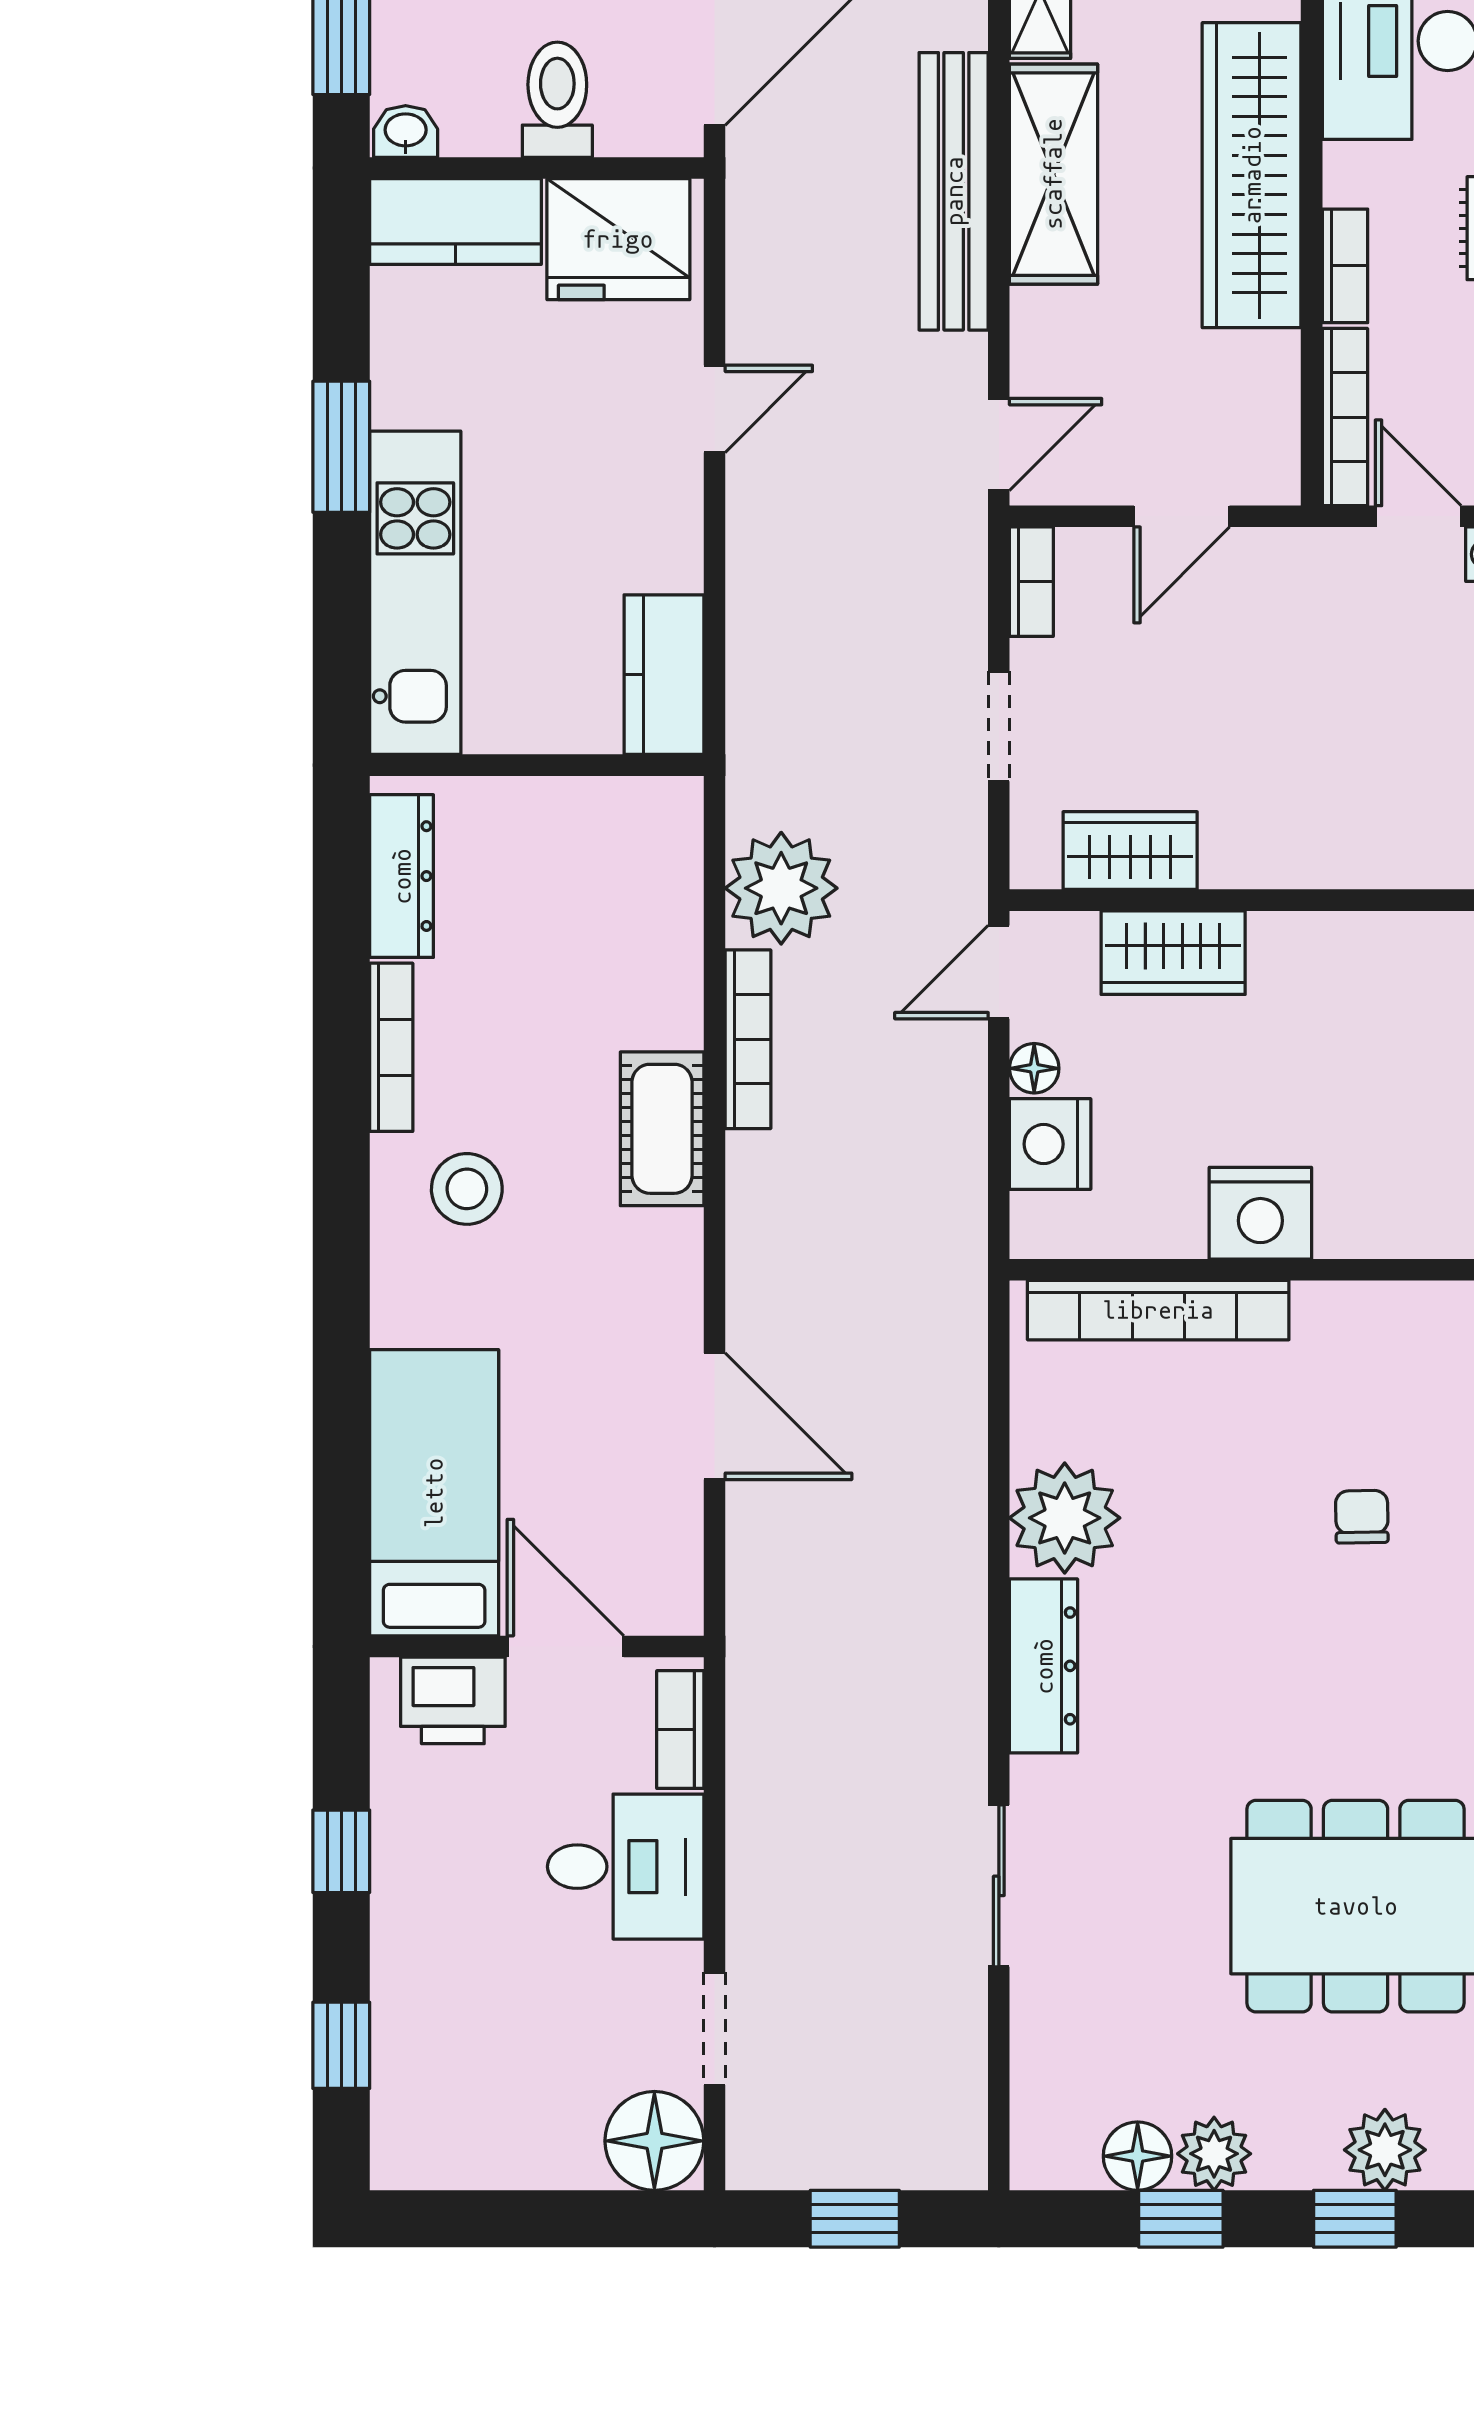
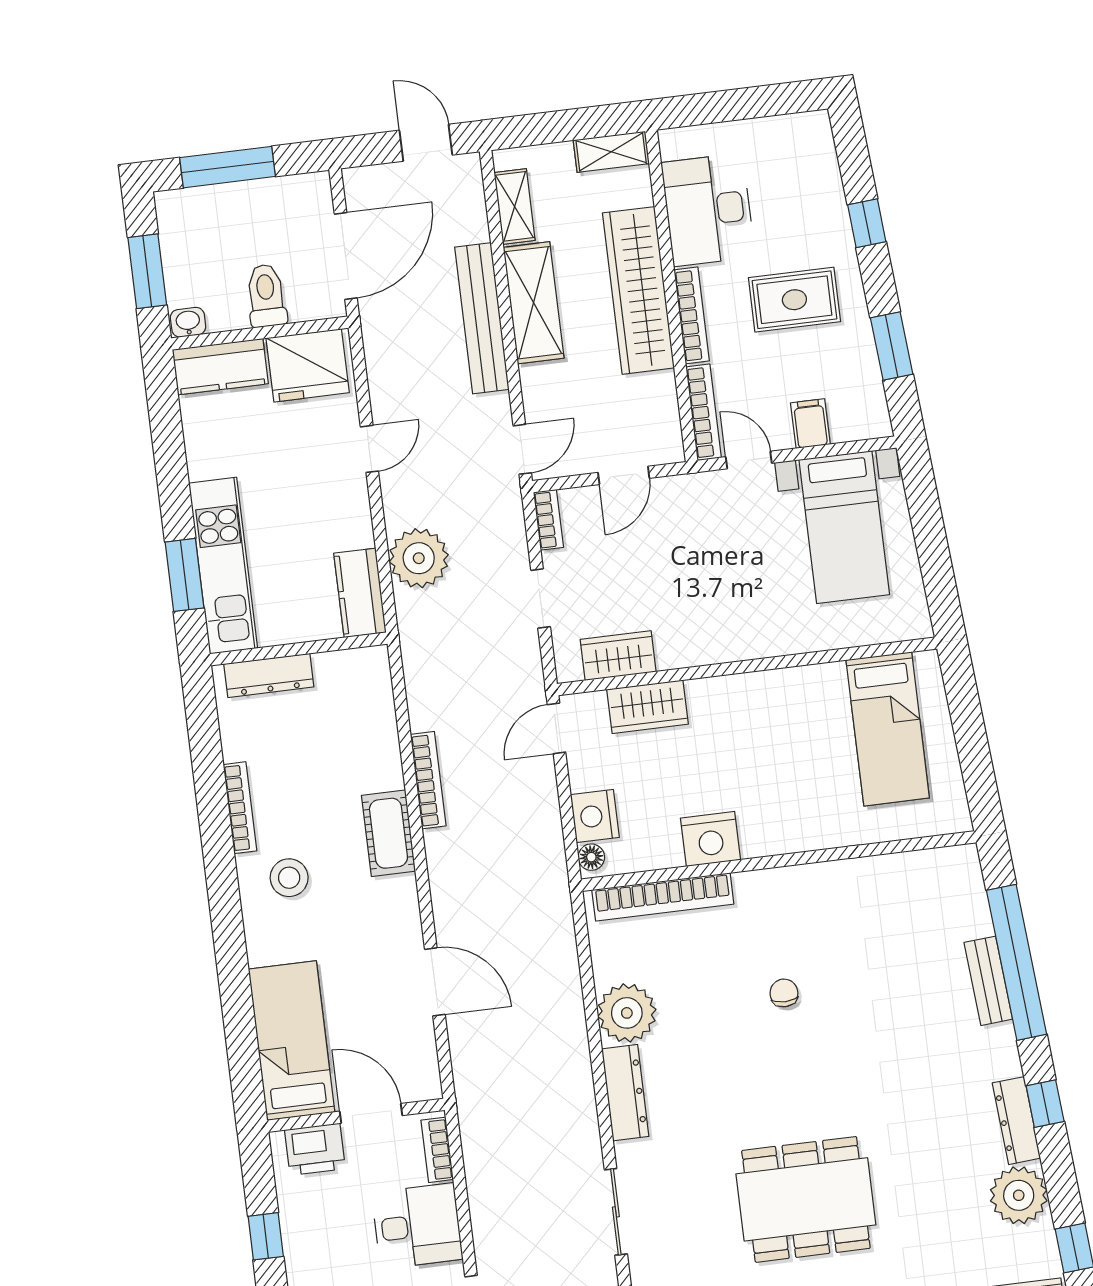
bookcase: (1345, 266) -> (692, 315), width x1.56
window: (341, 447) -> (185, 575), moved
dresser: (402, 876) -> (269, 675), moved, turned 90
plant: (781, 888) -> (419, 558), moved
floor lamp: (1034, 1068) -> (591, 857), moved

